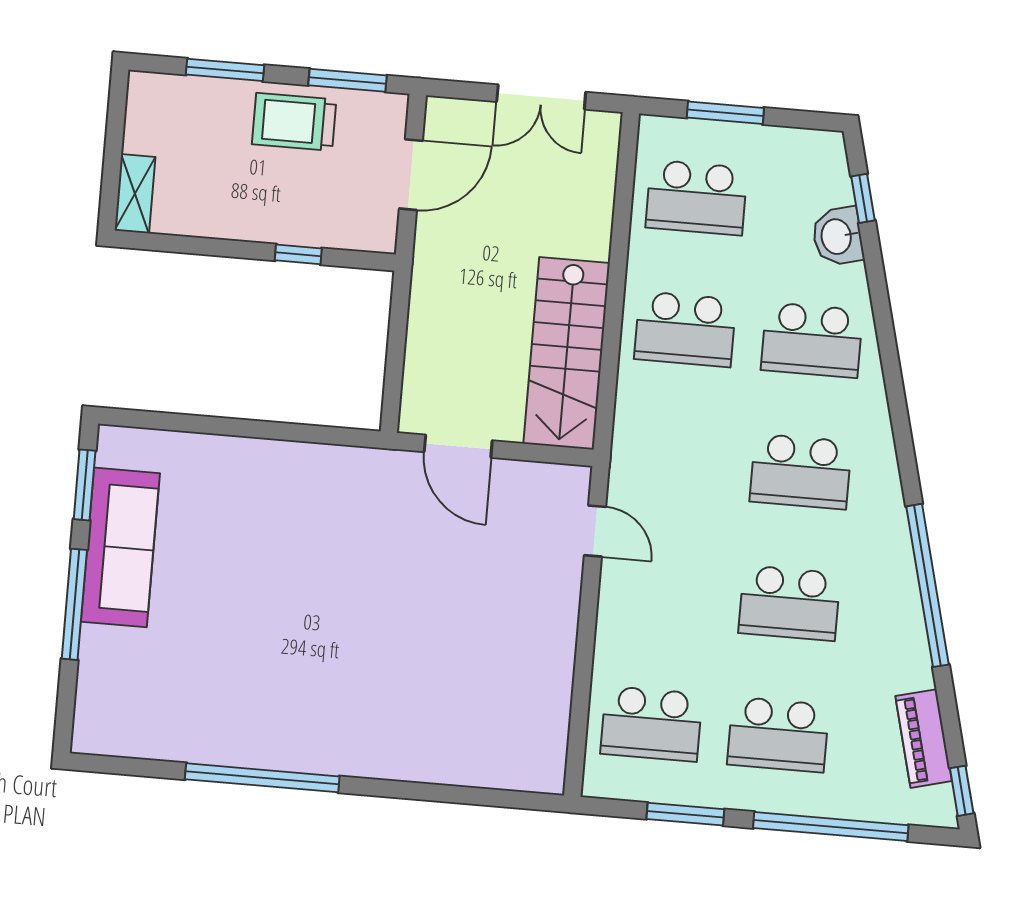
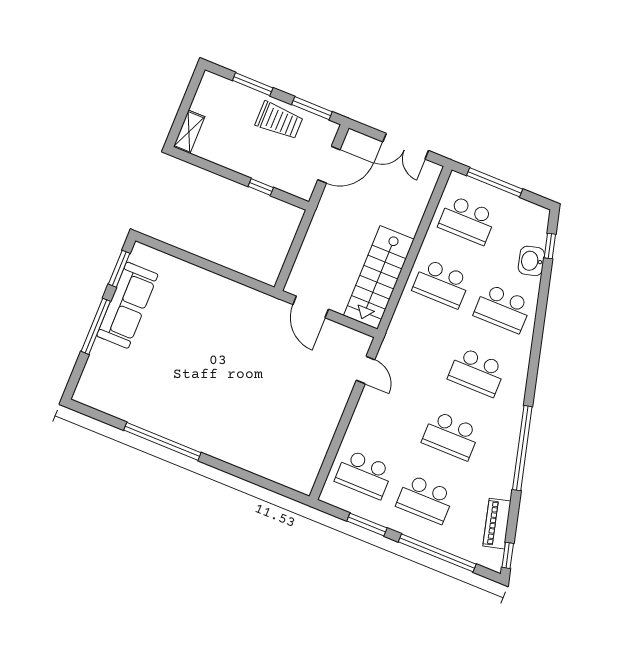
window: (725, 113) -> (495, 182), width x1.44
trolley: (294, 122) -> (279, 121), turned 180

